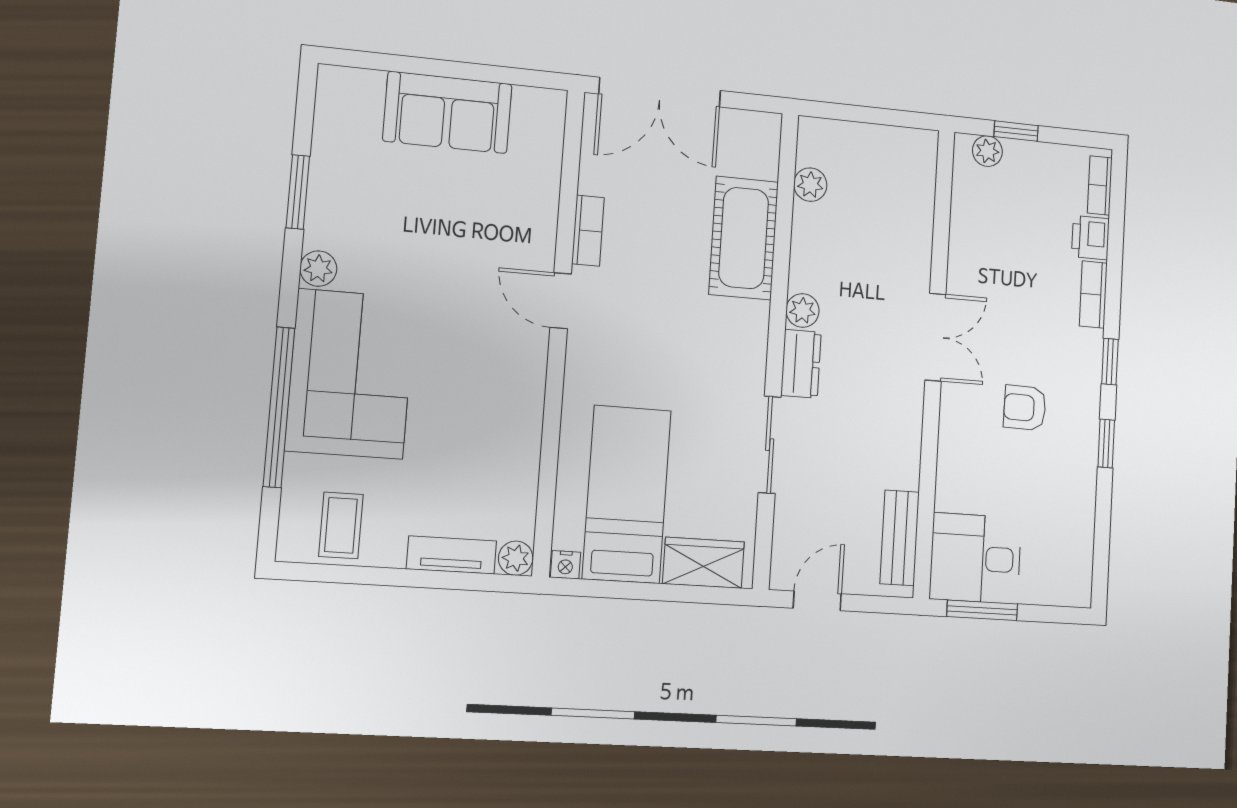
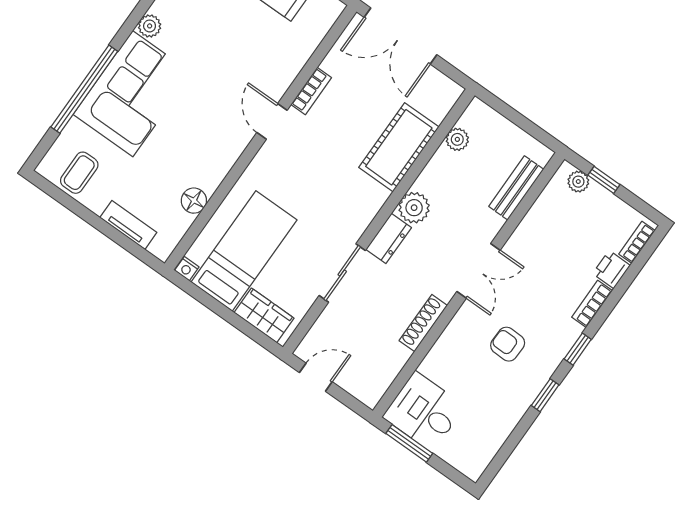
plant: (802, 310) -> (414, 208), width x1.38, depth x1.38
shoe rack: (908, 446) -> (423, 323), added
floor lamp: (520, 468) -> (194, 201), added
bench: (900, 538) -> (516, 188), moved
plant: (516, 558) -> (162, 248), removed

